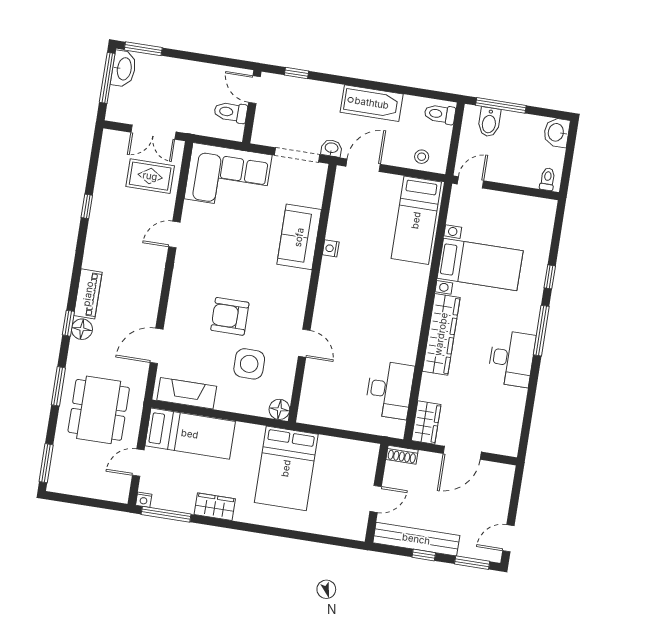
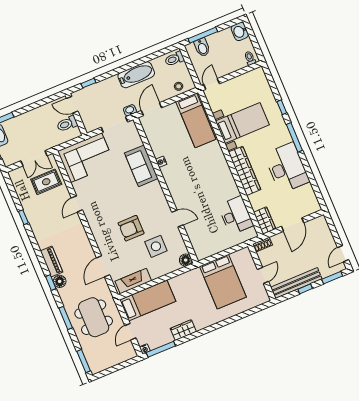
desk: (512, 359) -> (287, 168), width x1.36, depth x1.30
bed: (286, 468) -> (223, 282), moved

